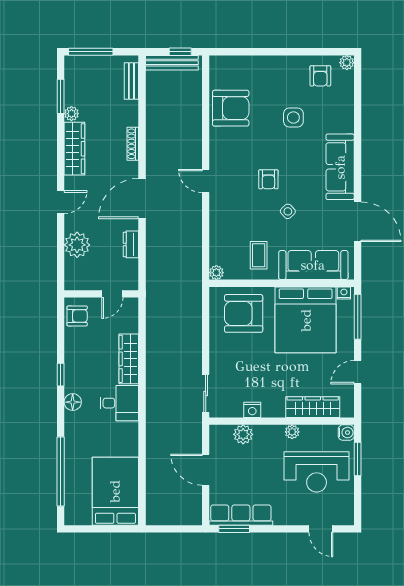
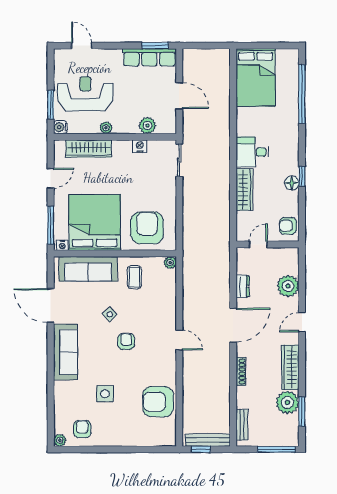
plant: (71, 114) -> (287, 402), width x1.87, depth x1.87
armchair: (244, 313) -> (147, 228), turned -90
floor lamp: (73, 402) -> (292, 183), moved

